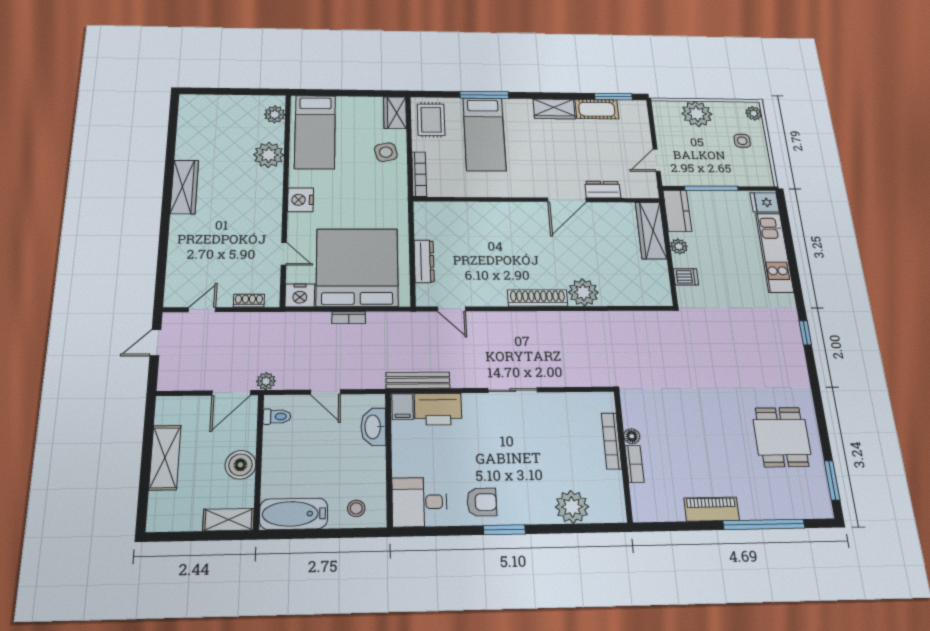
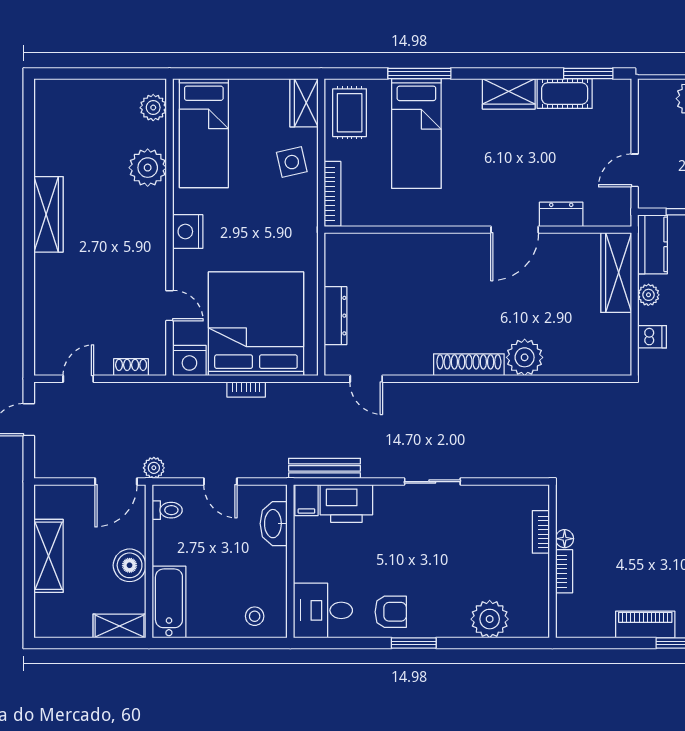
bookcase: (612, 441) -> (541, 532), width x0.64
bathtub: (294, 514) -> (169, 602), moved, turned 90

